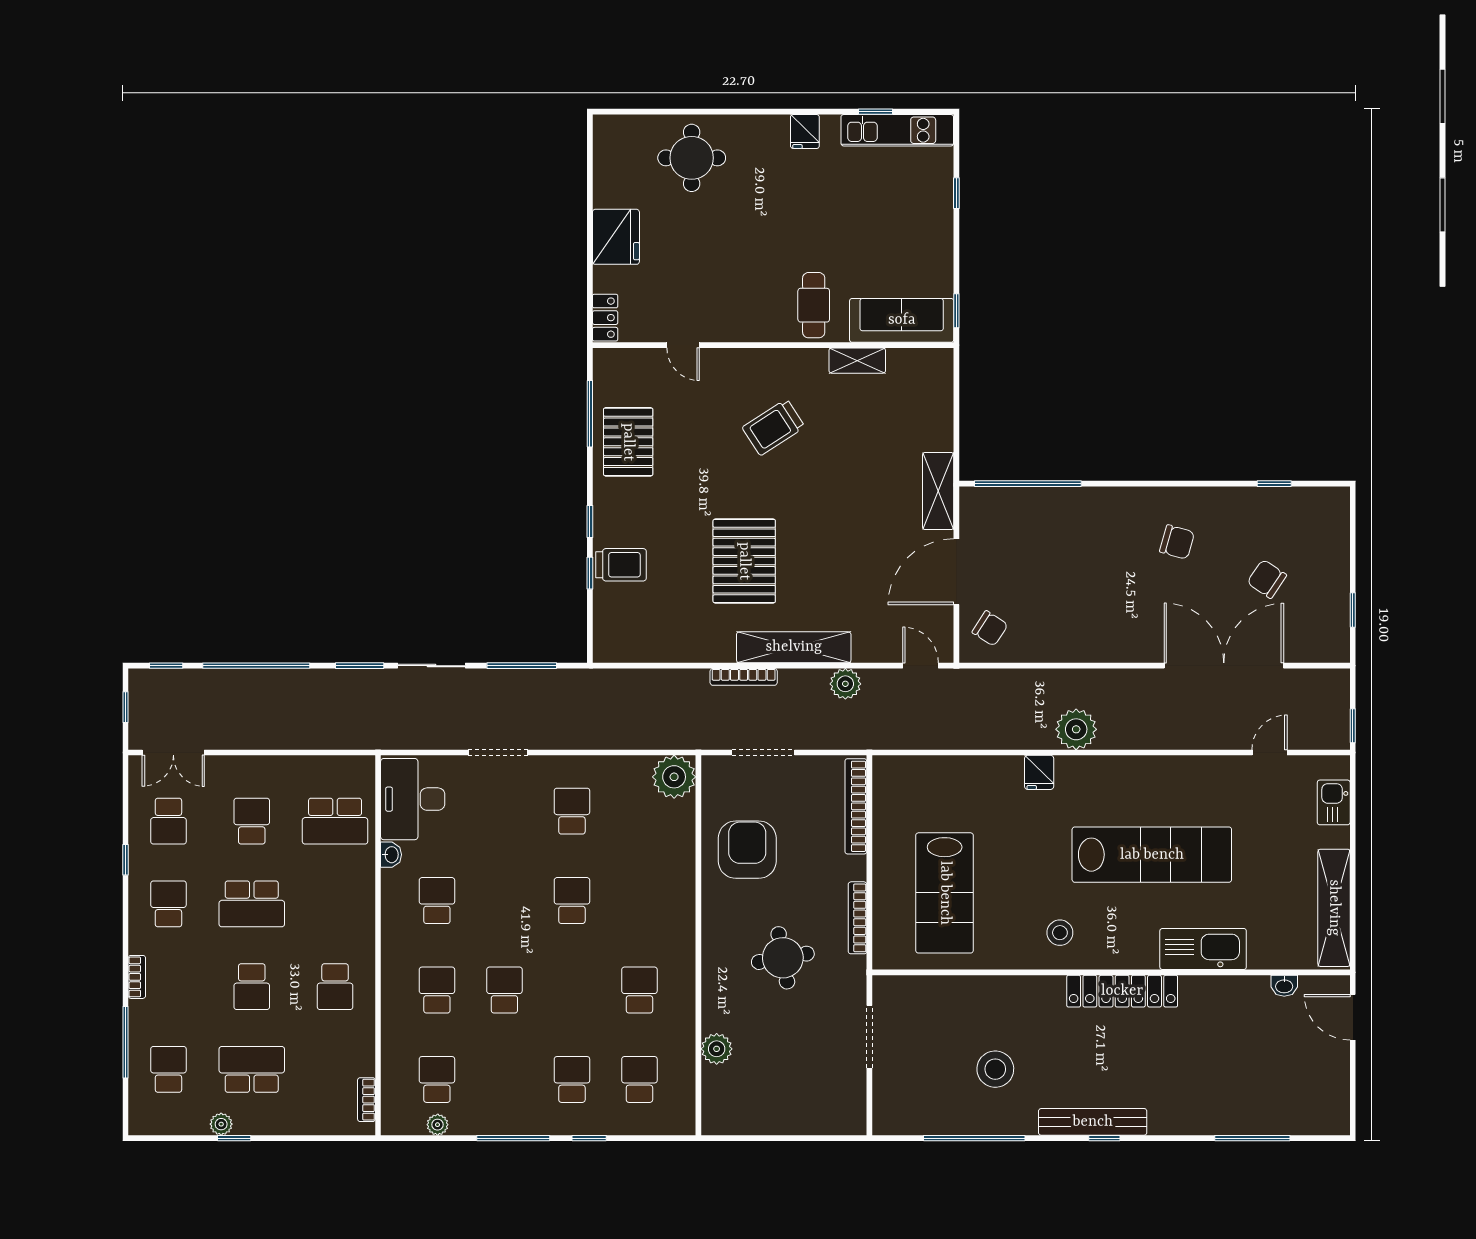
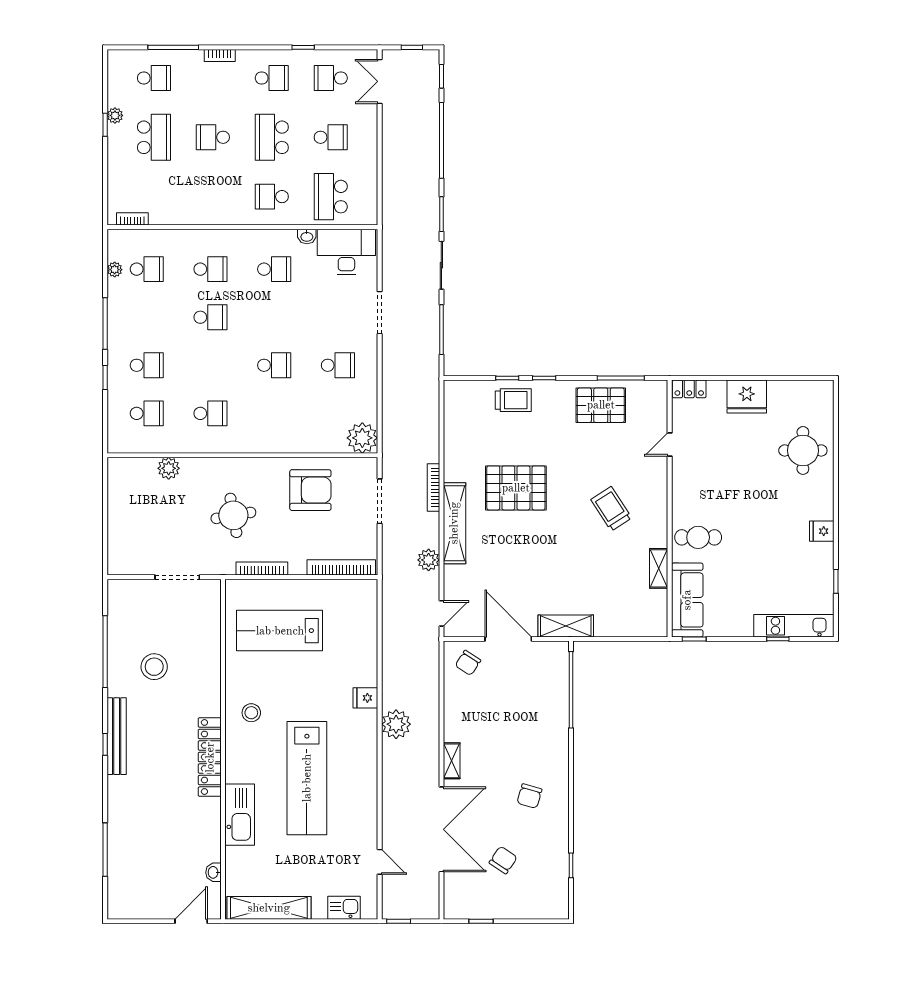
kitchen unit: (897, 130) -> (794, 626), moved, turned 90
trolley: (621, 565) -> (513, 400), turned -90
shelving: (1127, 651) -> (452, 761), added
school desk: (335, 987) -> (272, 197), moved

